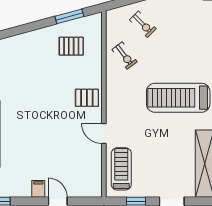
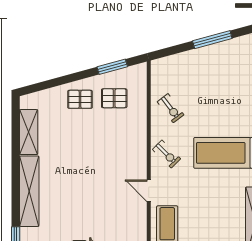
exercise bike: (143, 24) -> (167, 154), moved
pallet: (87, 98) -> (80, 99), moved

